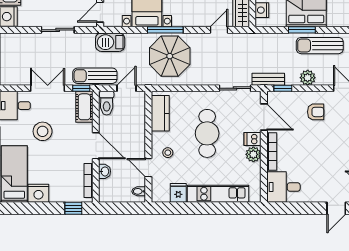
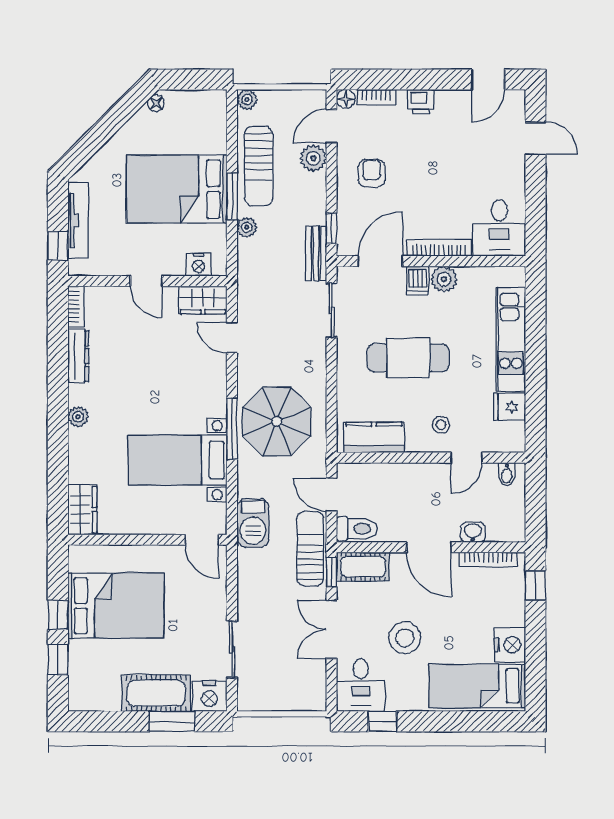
sliding door: (58, 30) -> (232, 650), moved
plant: (284, 39) -> (247, 227), added
sun lounger: (95, 76) -> (310, 549), turned 180
plant: (308, 78) -> (313, 158), moved
door: (96, 146) -> (429, 547), swing flipped

